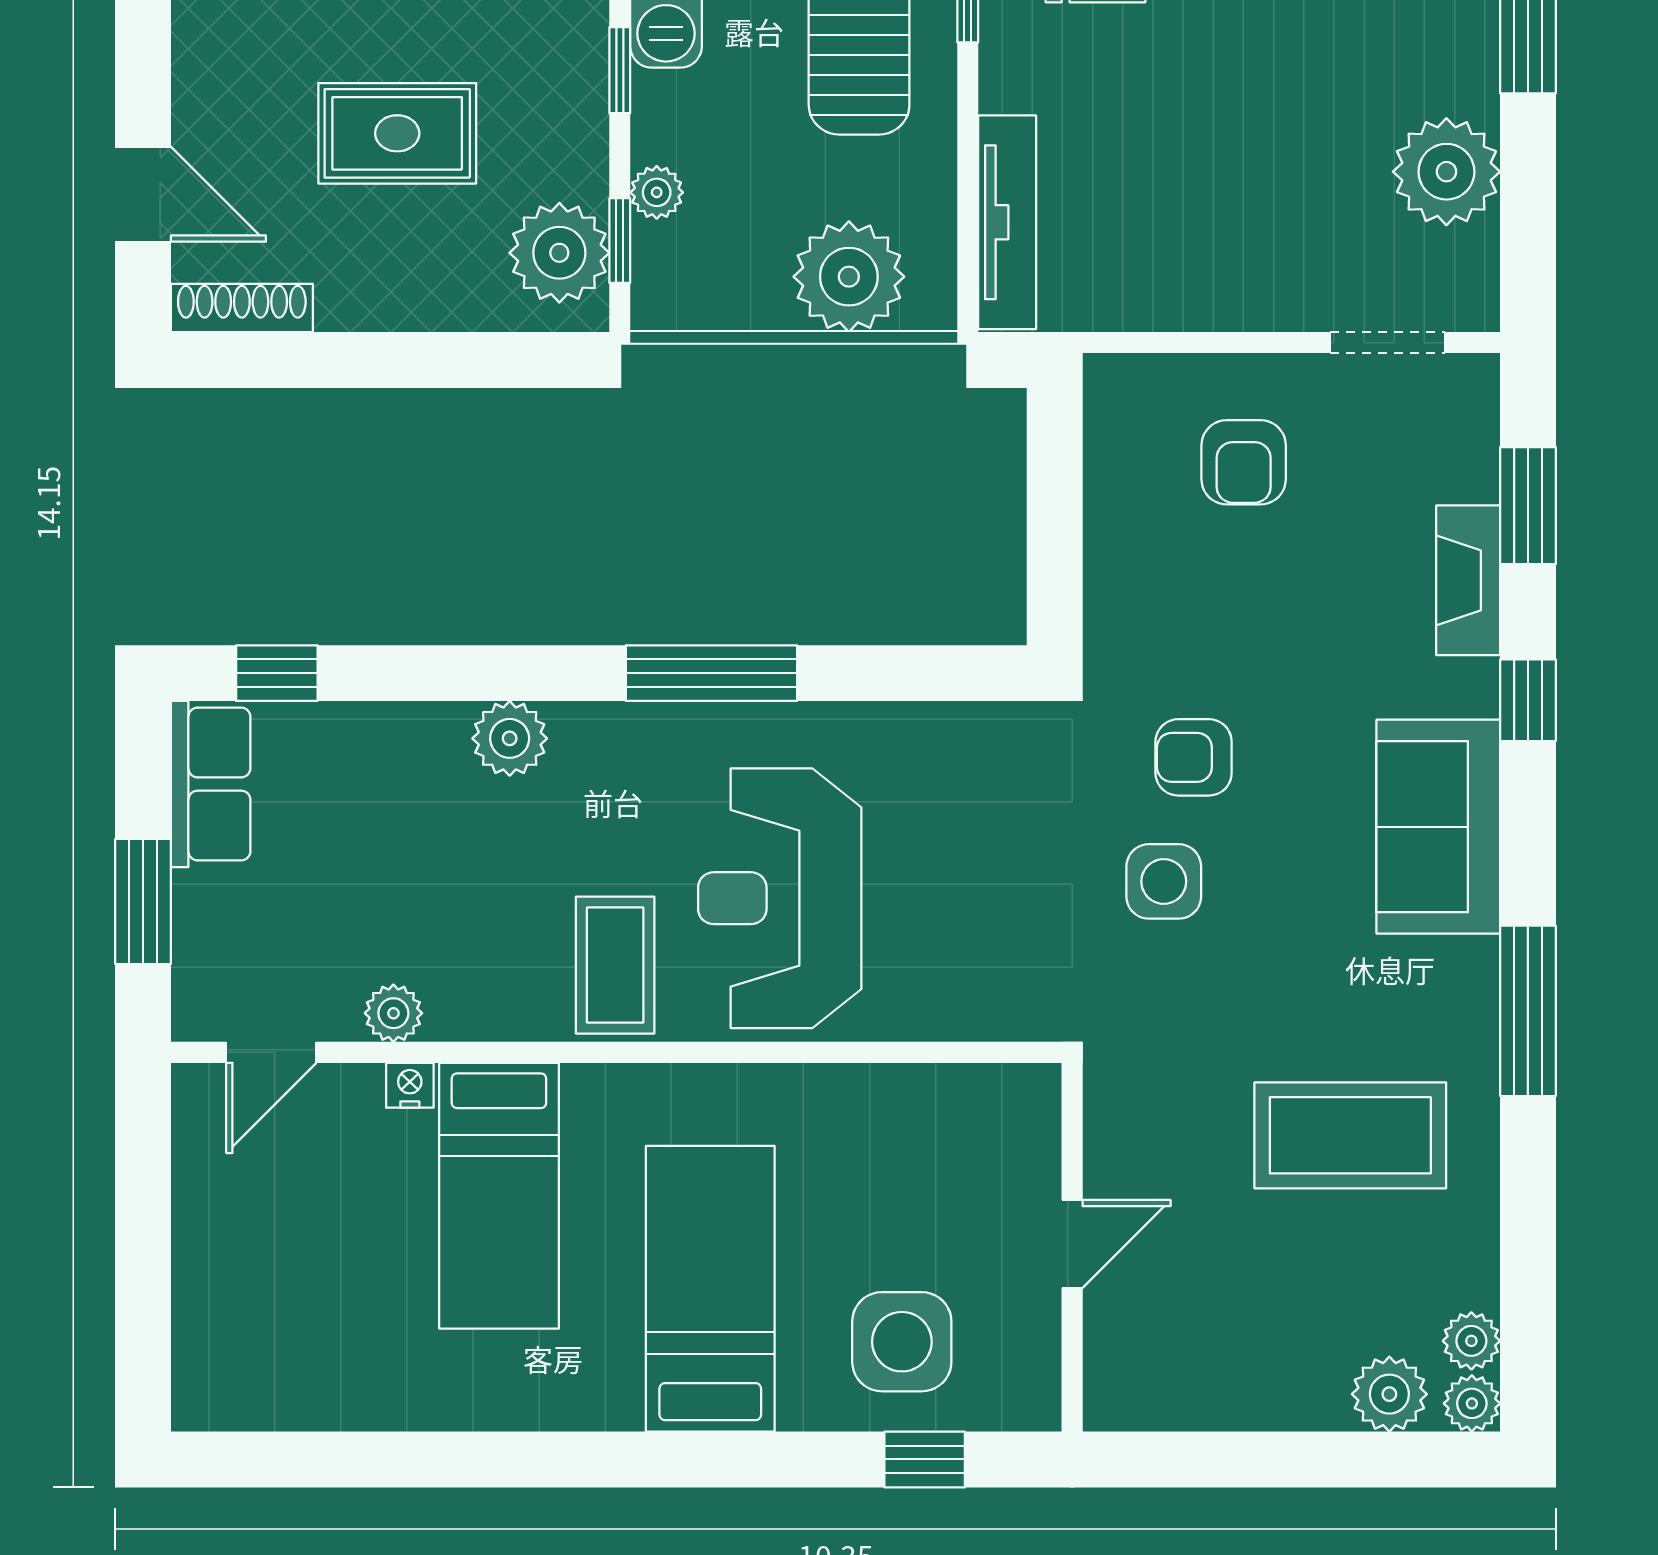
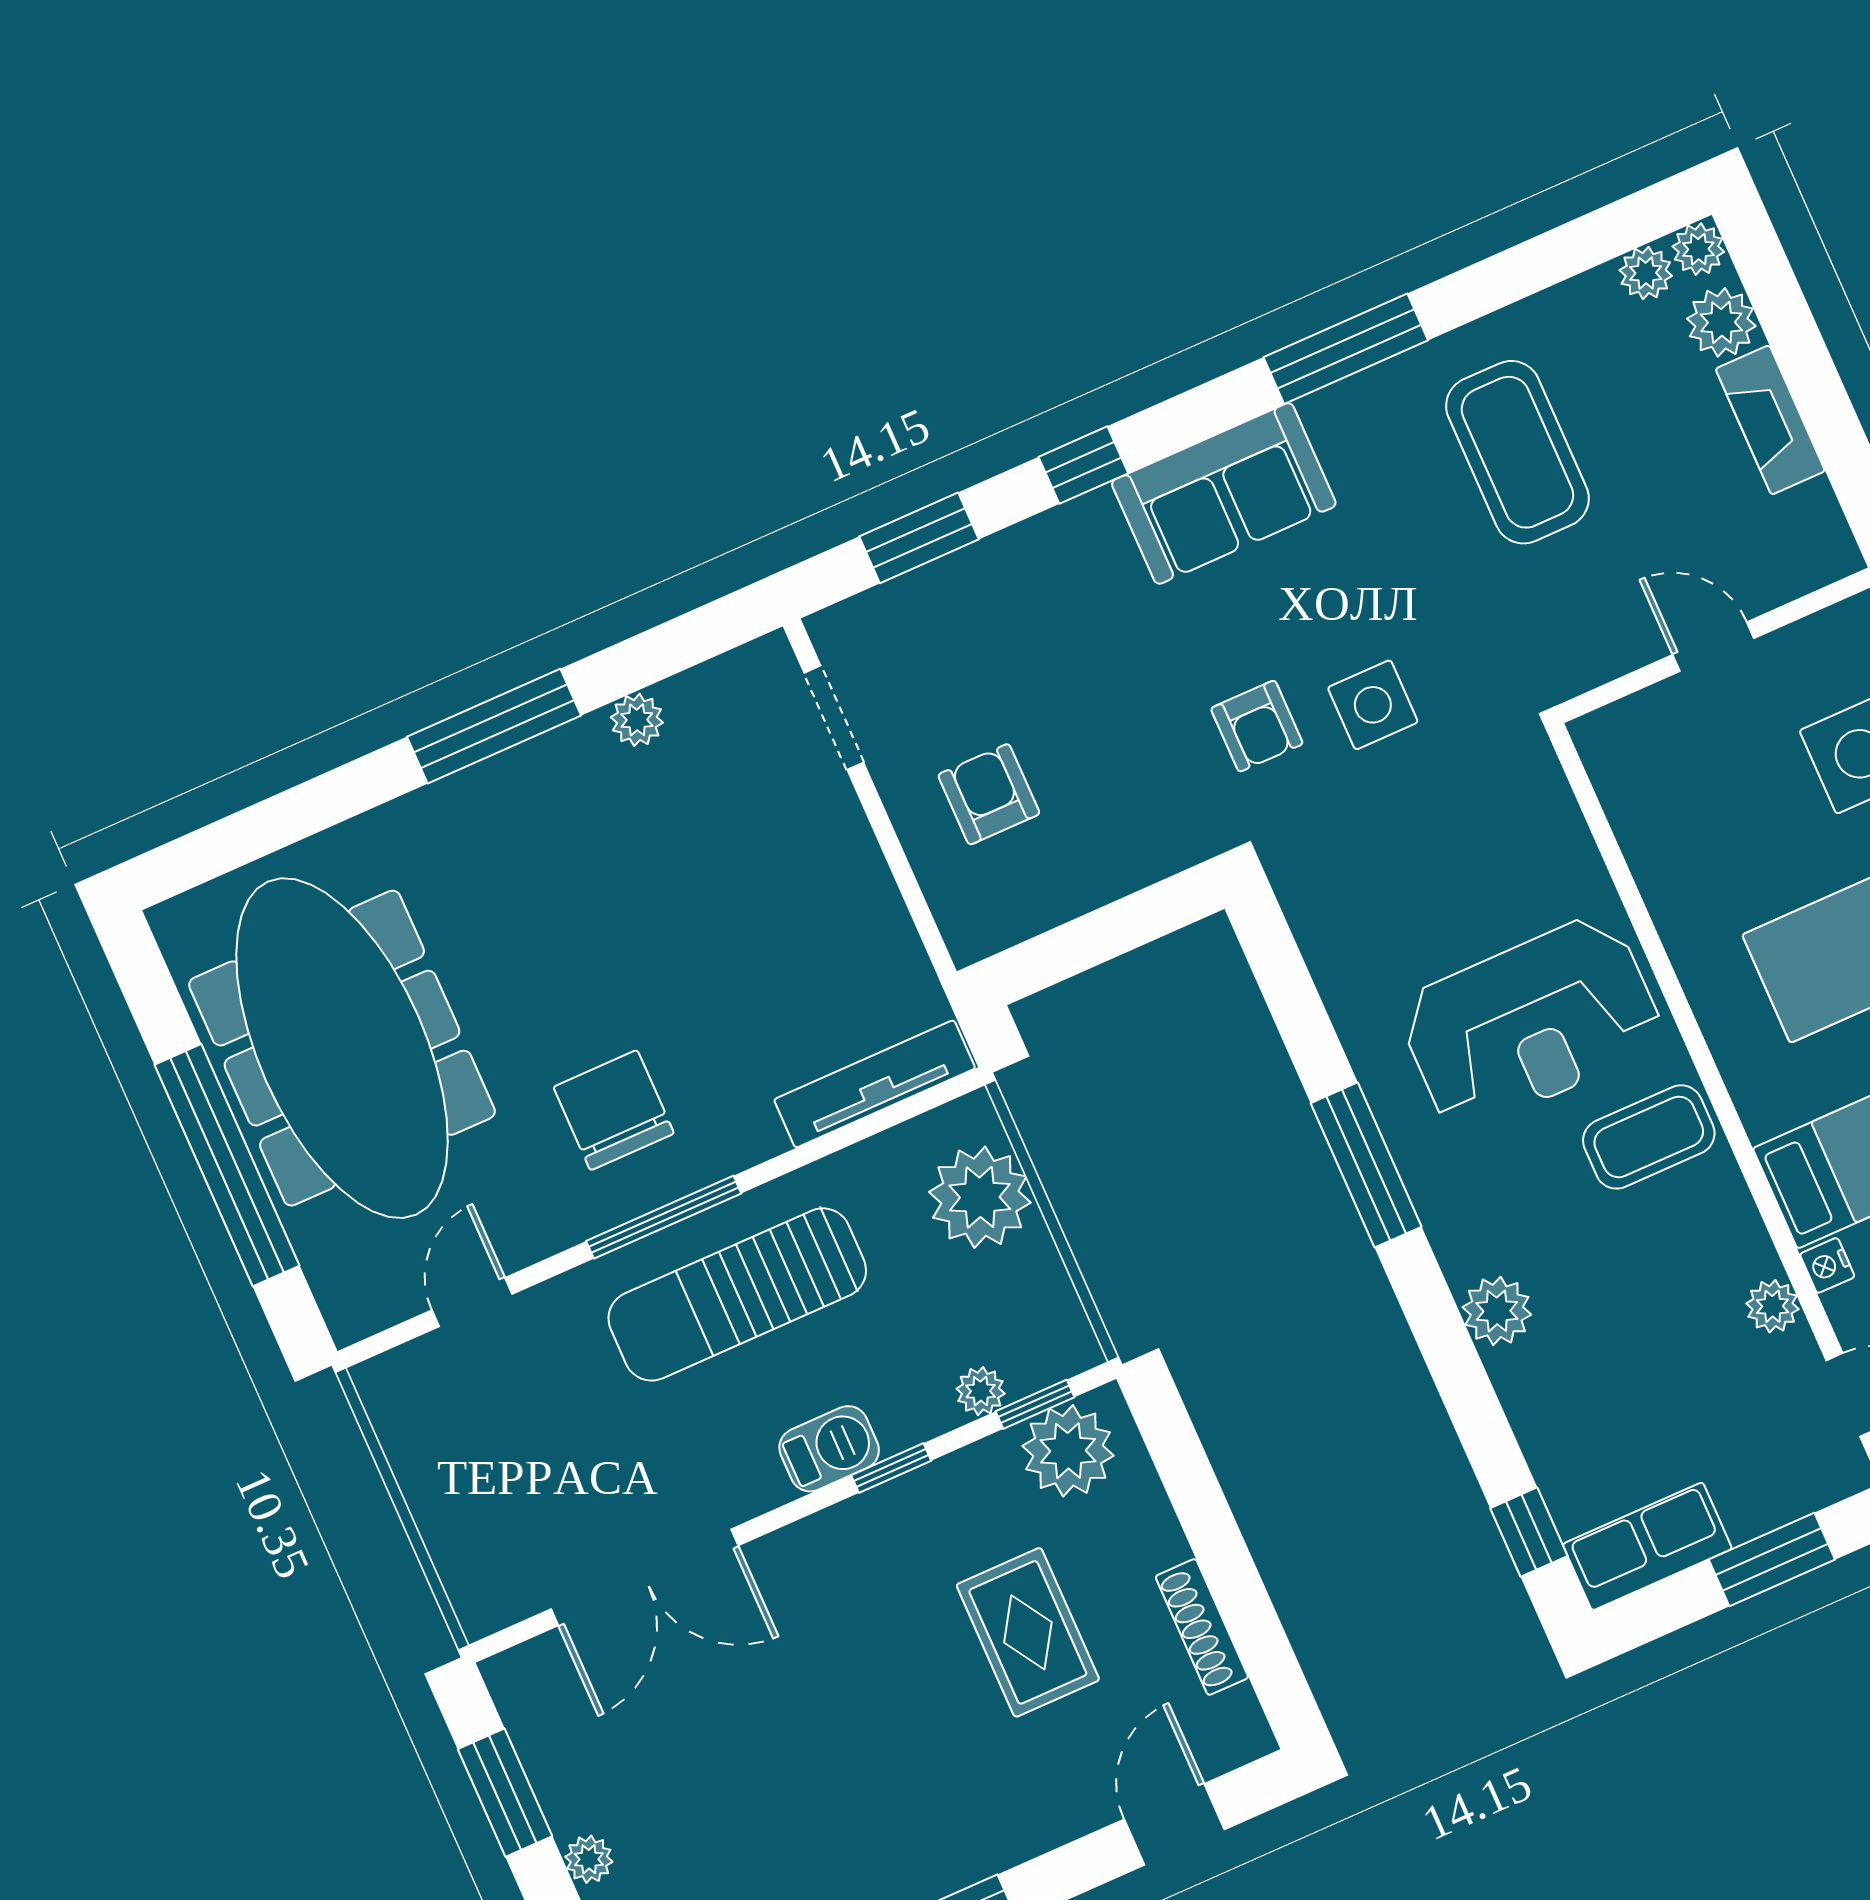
plant: (1446, 172) -> (637, 720), width x0.53, depth x0.53
shoe rack: (242, 308) -> (1202, 1627), moved
armchair: (1244, 462) -> (989, 794), turned -90
fireplace: (1468, 580) -> (1770, 420), moved, turned 90

